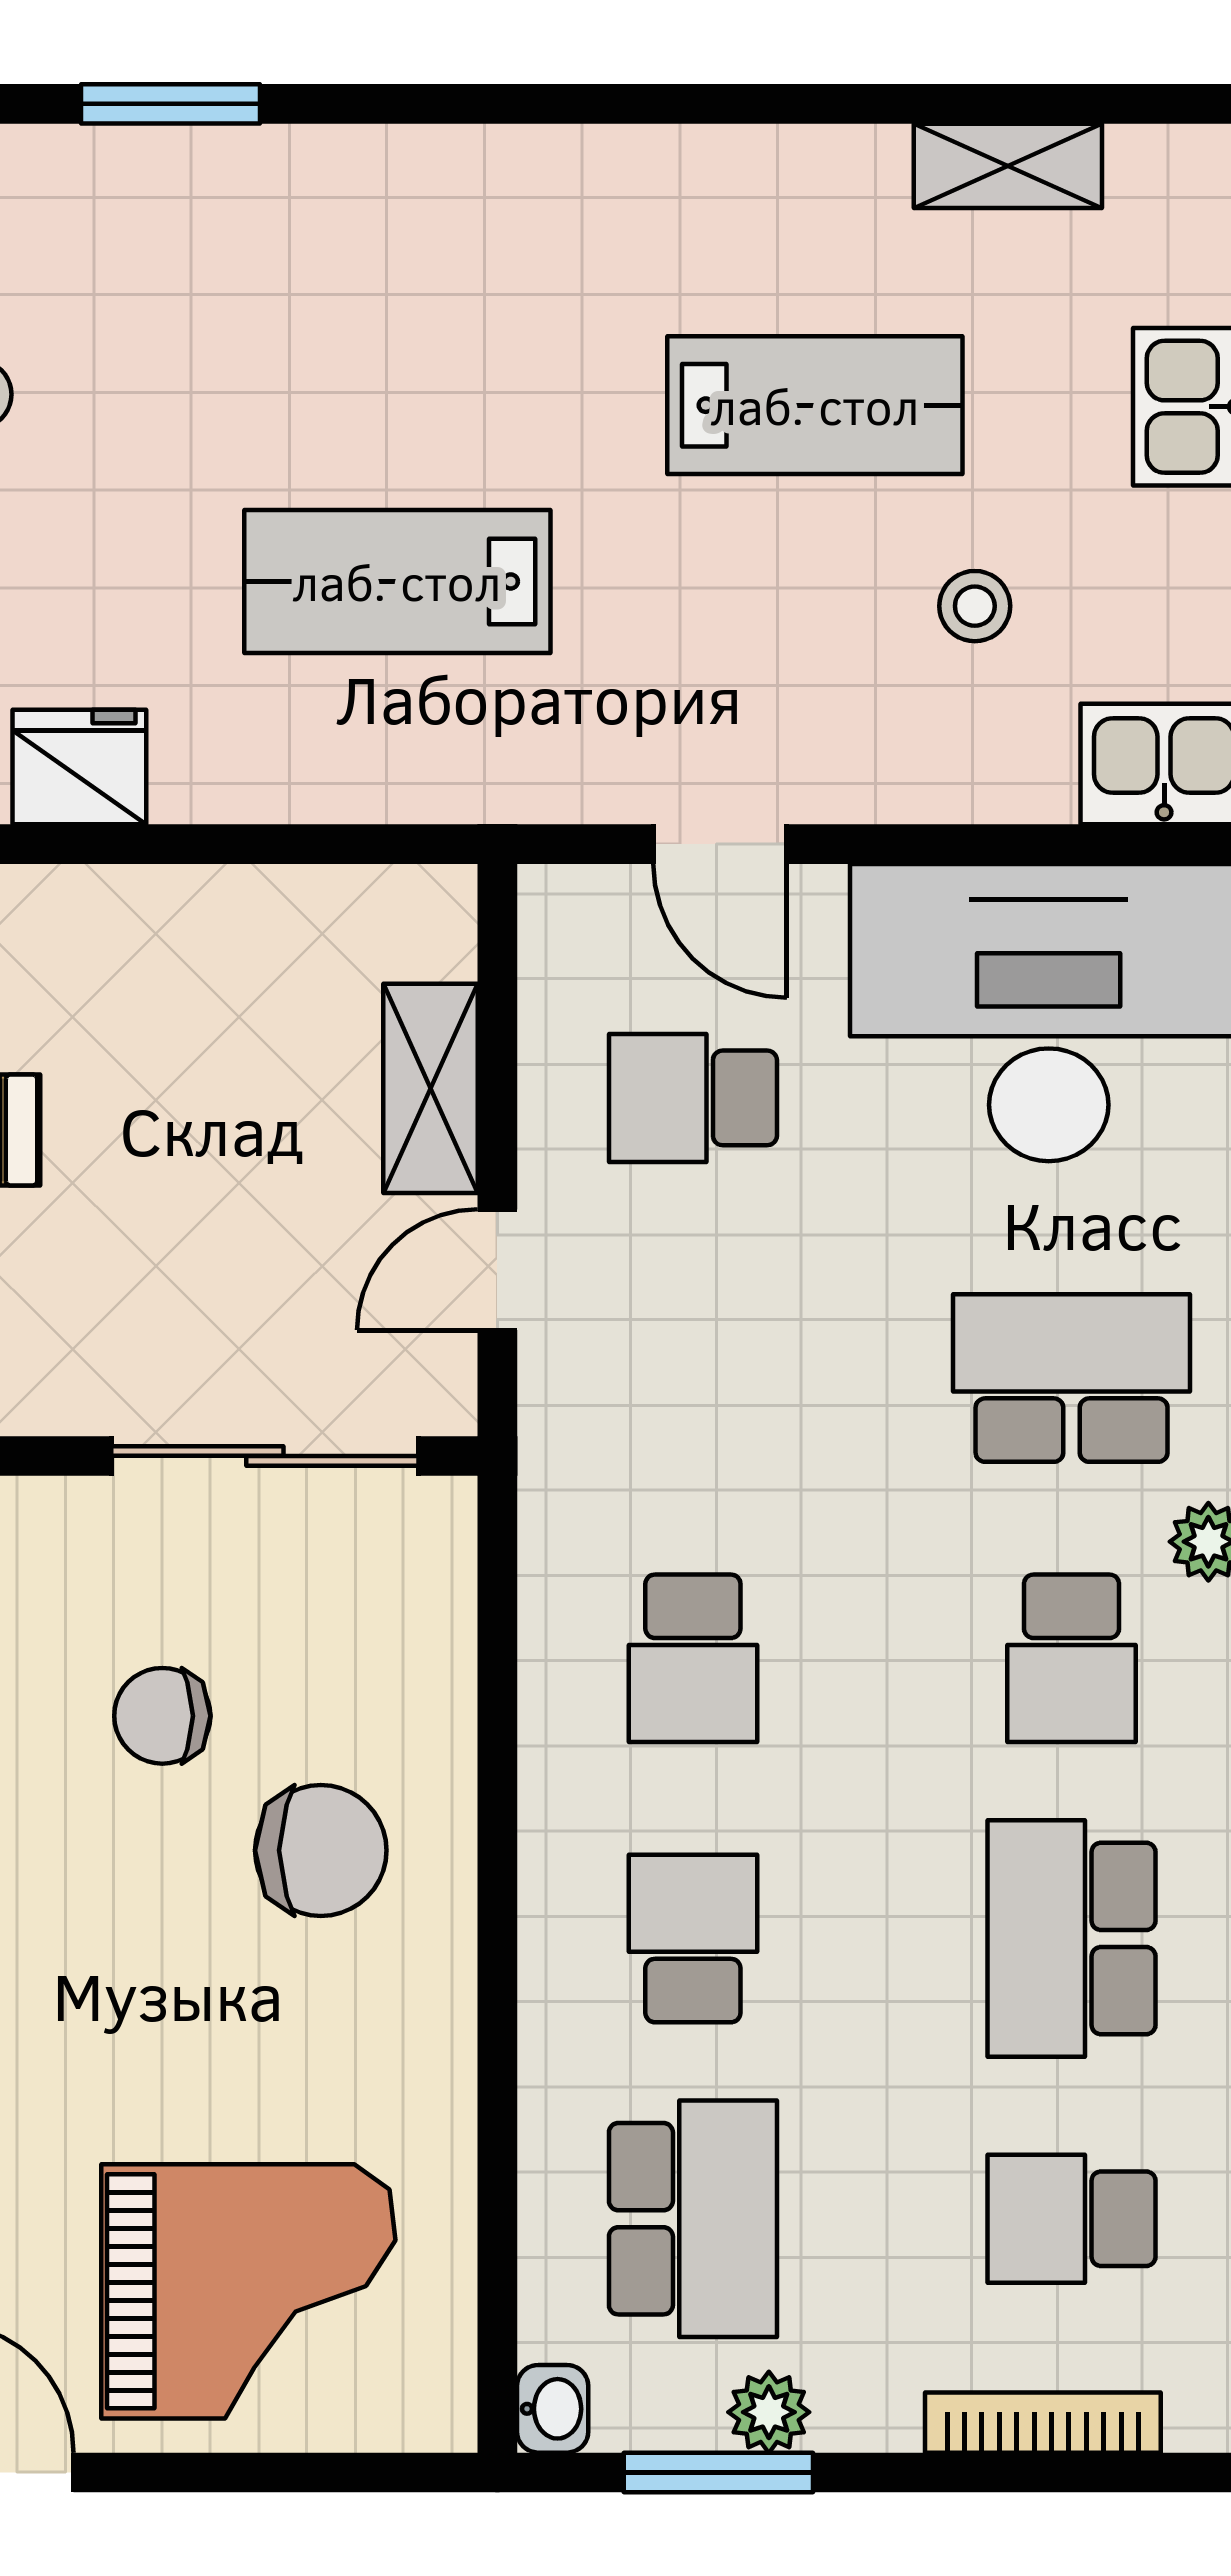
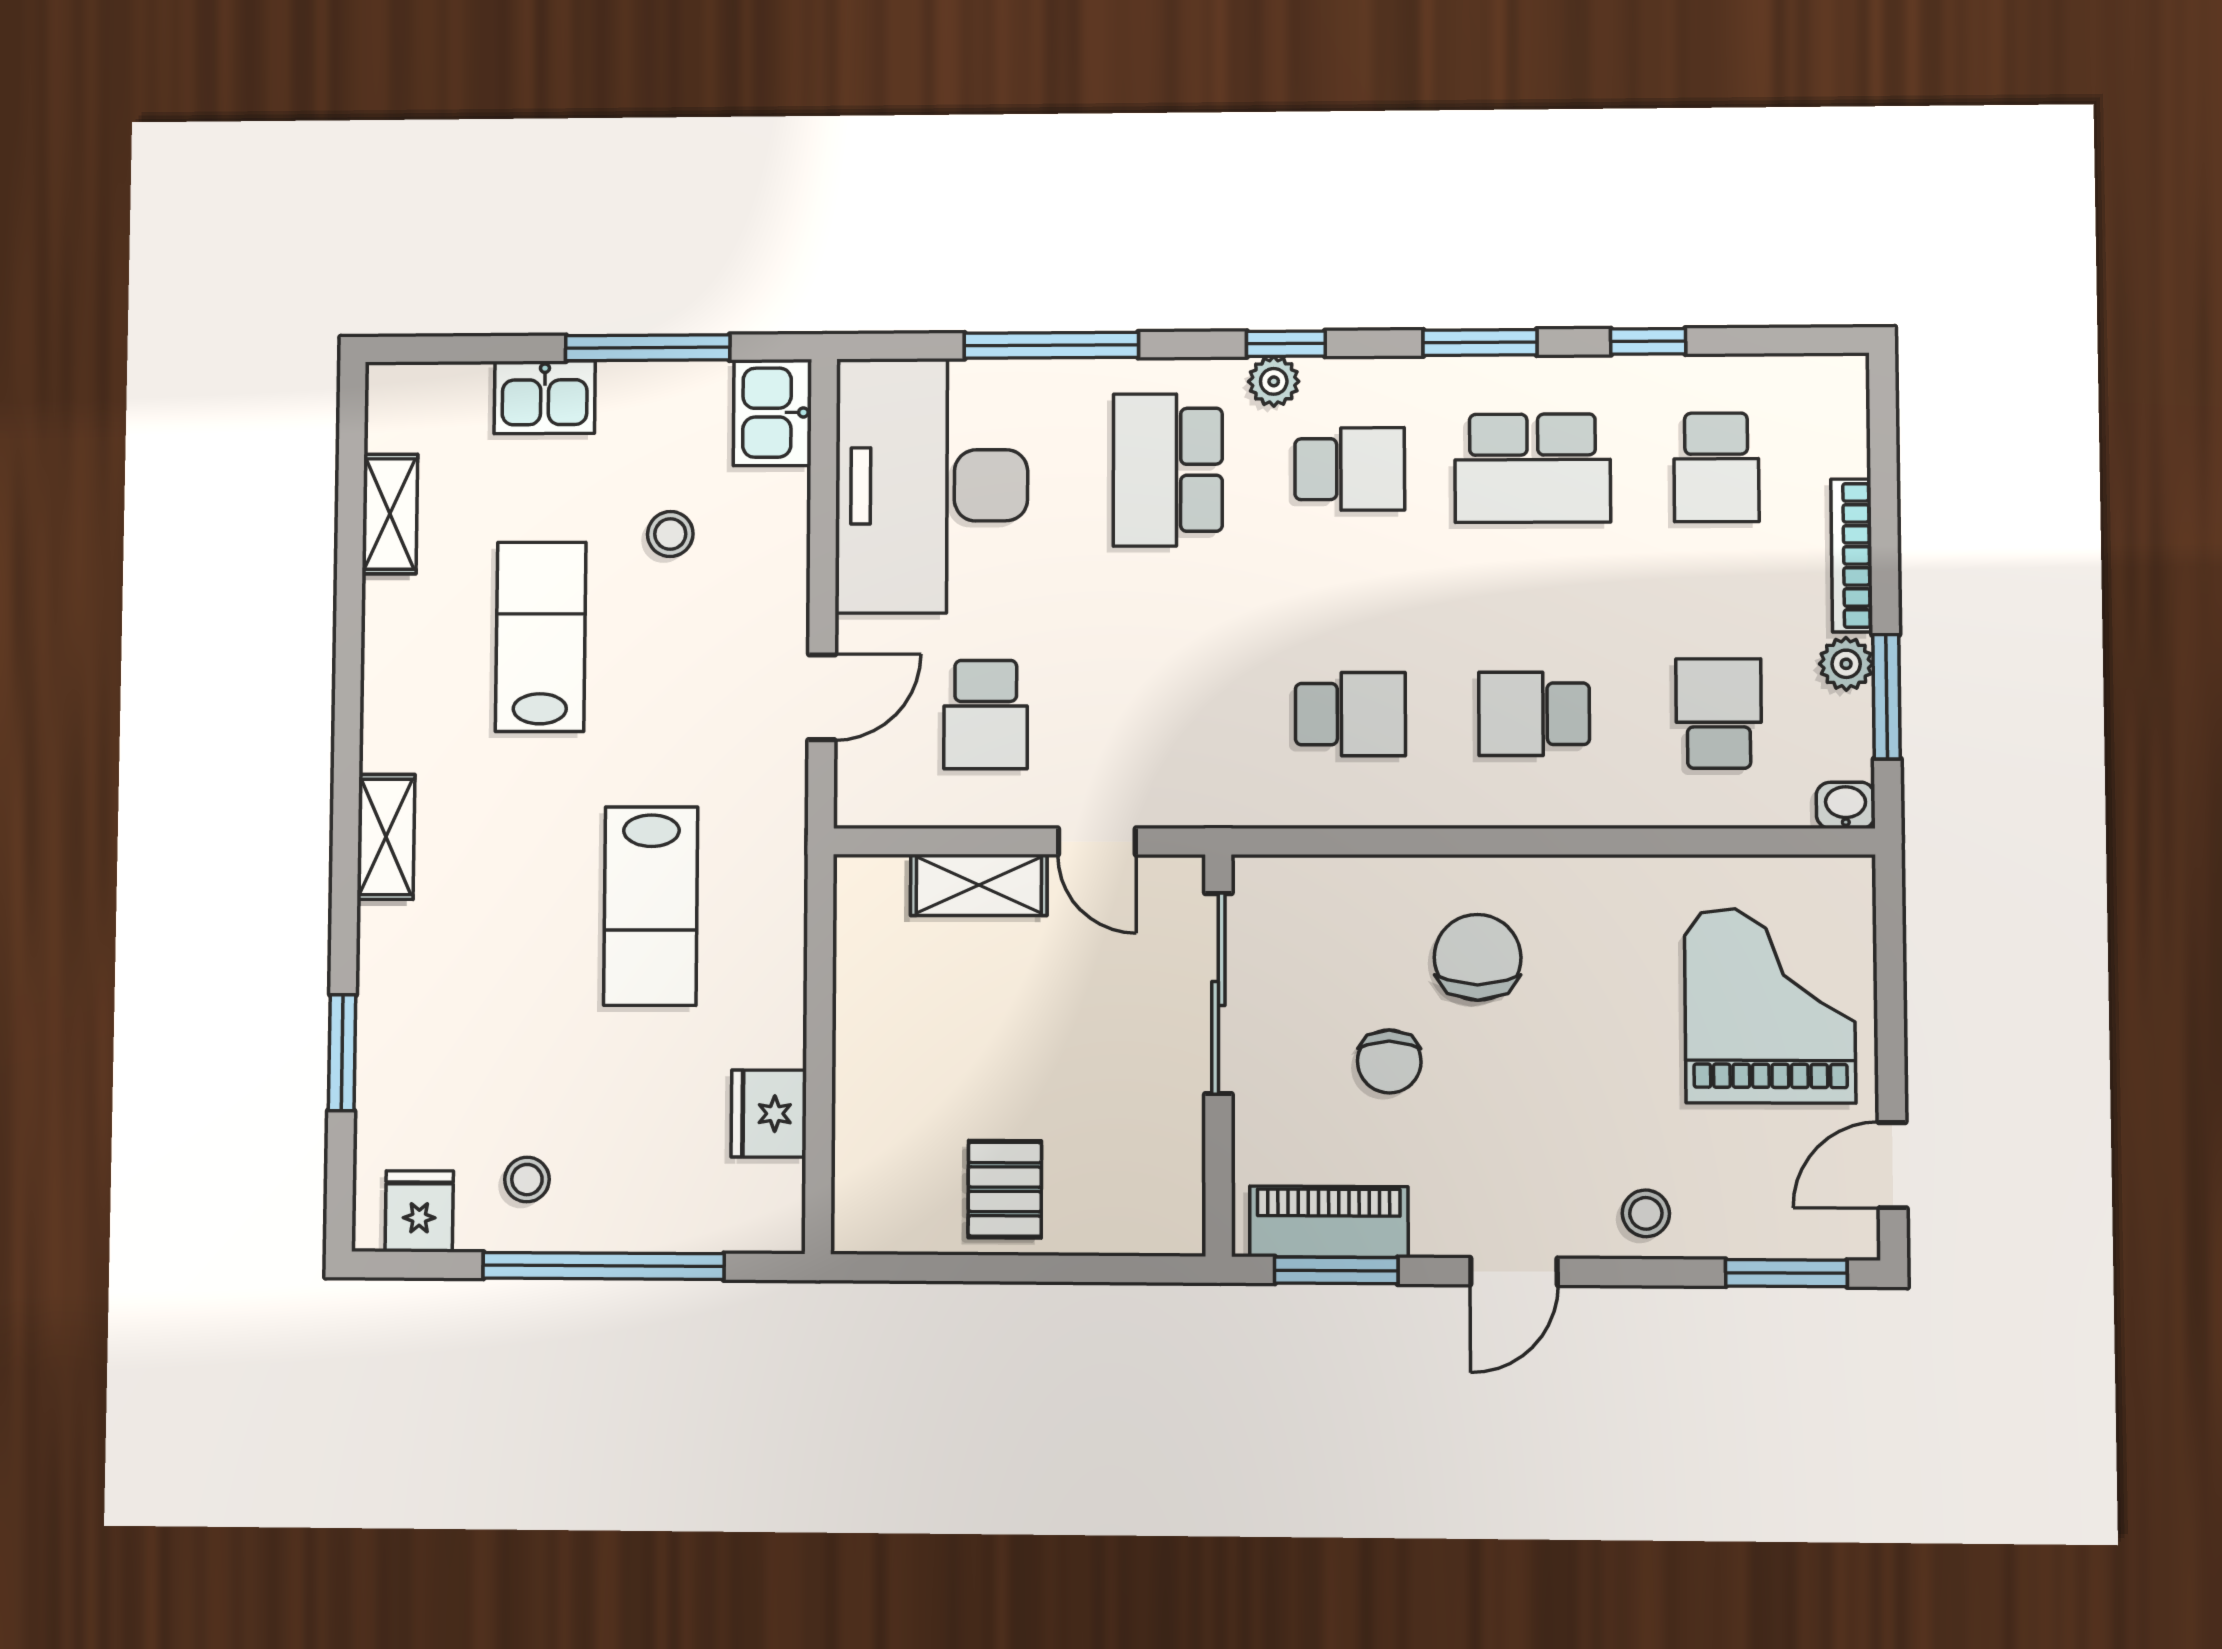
shelving: (504, 167) -> (386, 837), added
school desk: (693, 2219) -> (1719, 714), width x0.54
bookcase: (1043, 2423) -> (1852, 555), moved

